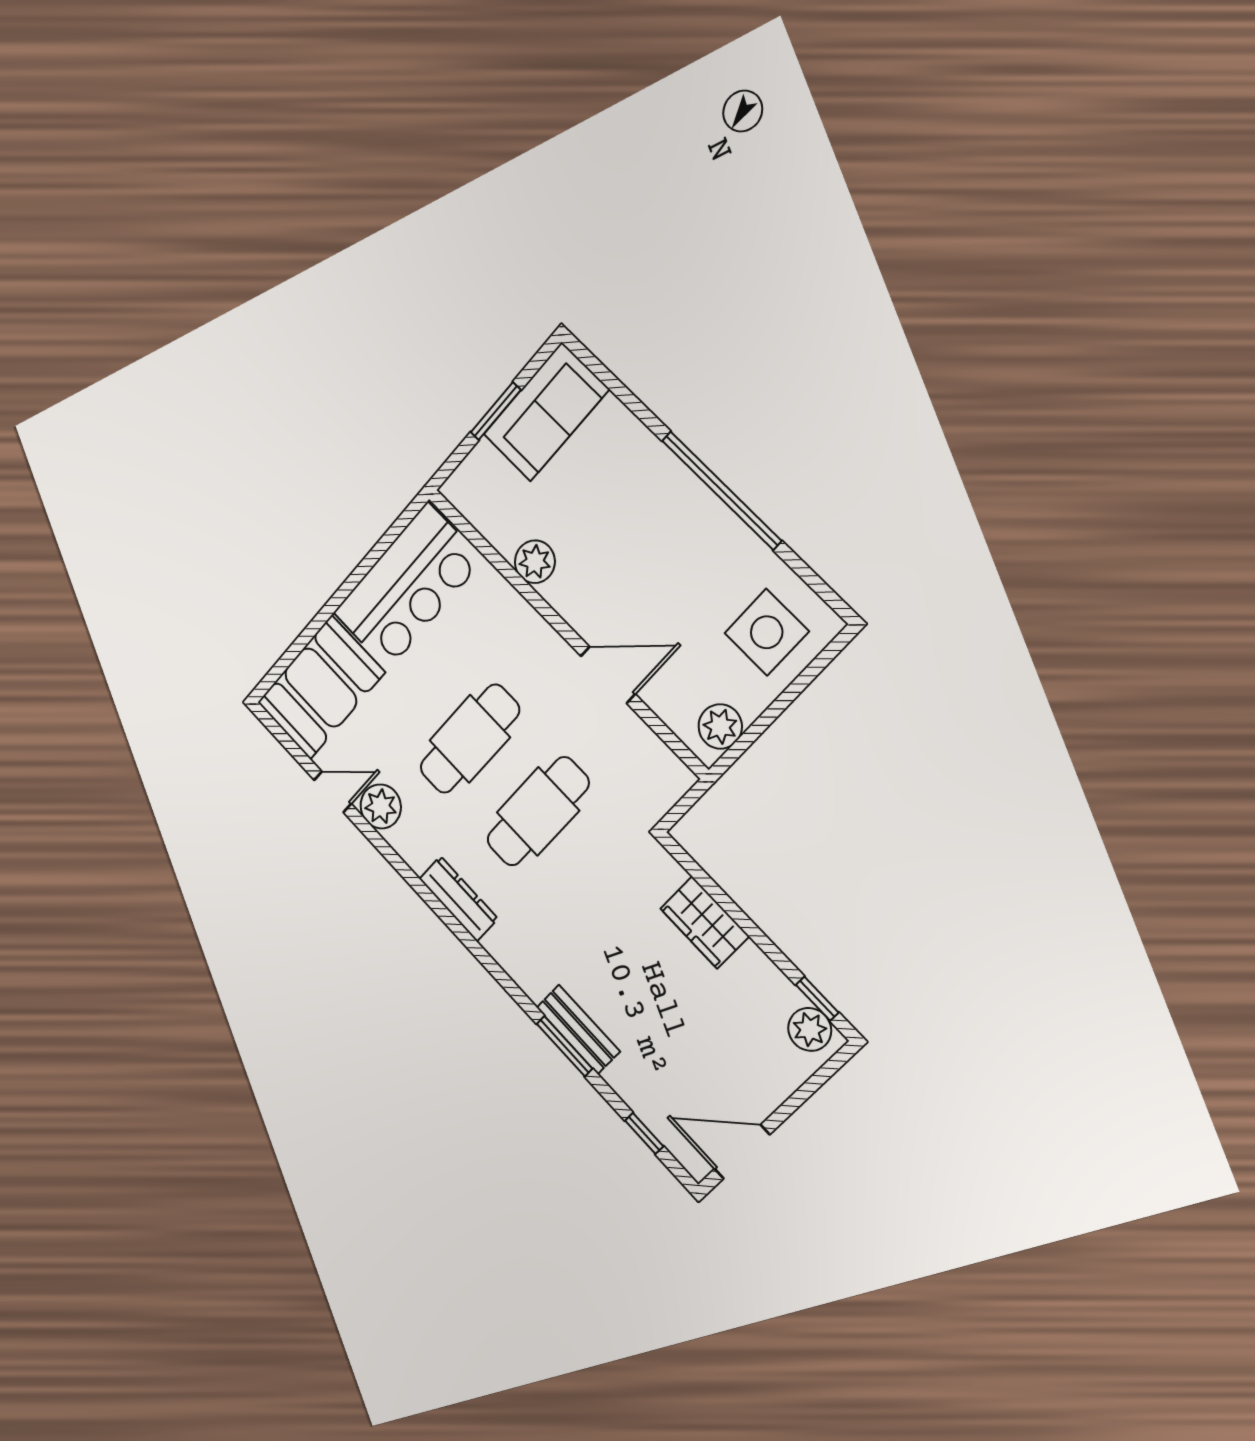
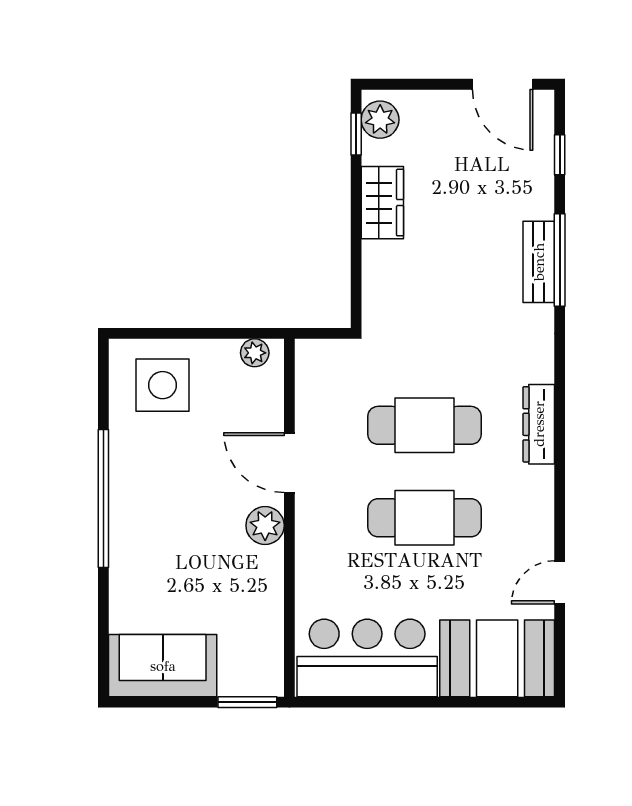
window: (496, 411) -> (247, 702), moved
plant: (535, 562) -> (265, 525), moved
plant: (720, 726) -> (255, 353), width x0.73, depth x0.73
door: (333, 792) -> (560, 582), hinge flipped
plant: (381, 806) -> (534, 538), removed
wardrobe: (705, 922) -> (382, 203), moved
window: (565, 1046) -> (560, 260), width x1.44

